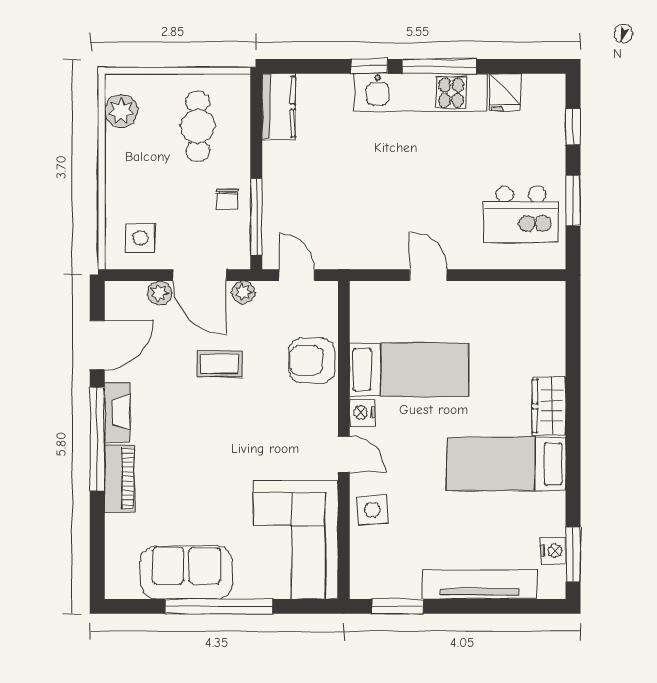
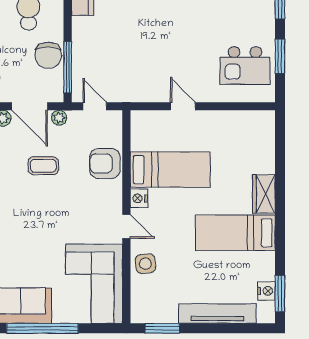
chair: (227, 199) -> (48, 55), width x1.87, depth x1.87

